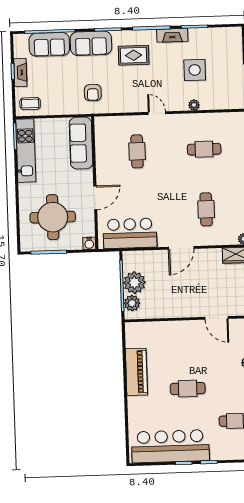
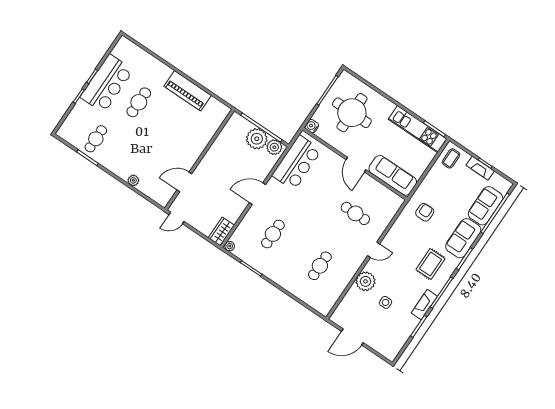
side table: (195, 70) -> (386, 302), width x0.54, depth x0.54
armchair: (93, 93) -> (425, 212), turned 90
plant: (194, 105) -> (366, 281), width x1.88, depth x1.88
door: (95, 198) -> (356, 165), moved
cafe table: (206, 209) -> (273, 234), turned 90
door: (181, 248) -> (257, 194), hinge flipped
plant: (132, 303) -> (274, 147), moved
cafe table: (188, 389) -> (139, 102), moved
bar counter: (170, 446) -> (107, 84), width x0.73

